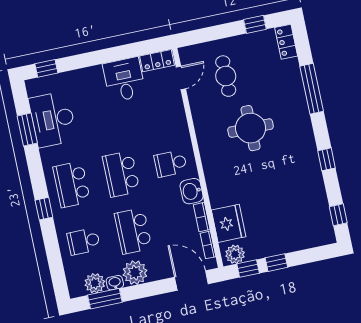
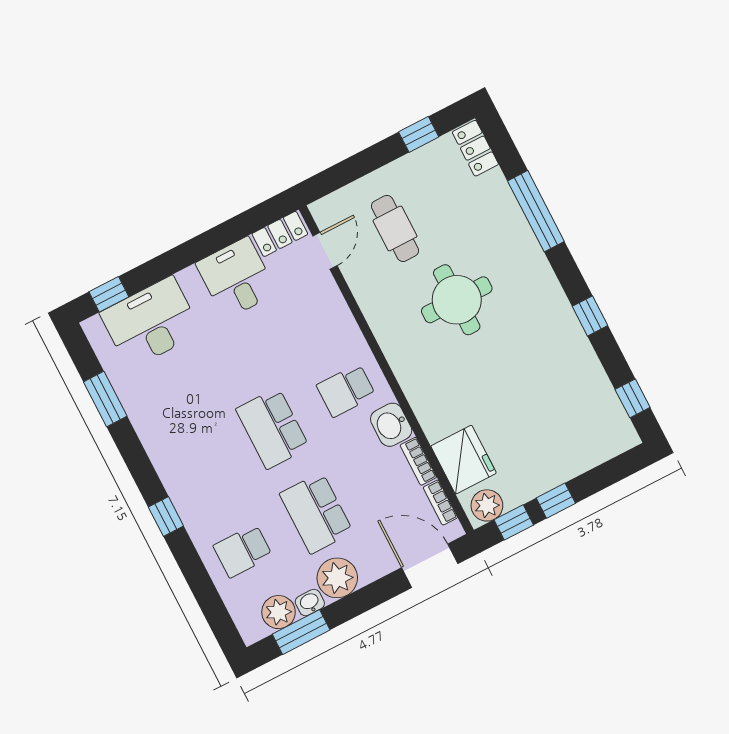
desk: (53, 119) -> (151, 323), moved, turned 90
school desk: (72, 184) -> (199, 466), removed

